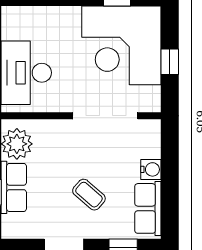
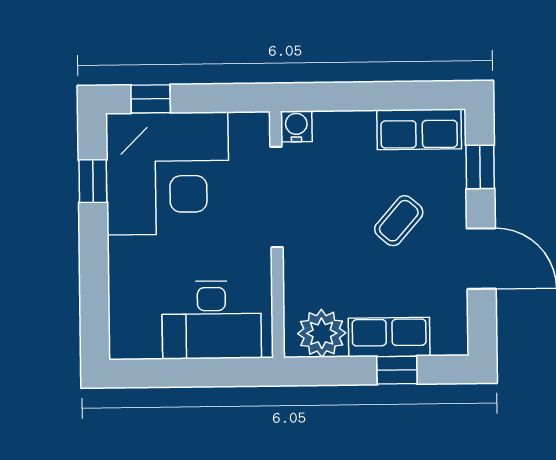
window: (170, 62) -> (151, 99), moved
water cooler: (151, 169) -> (296, 126), moved

